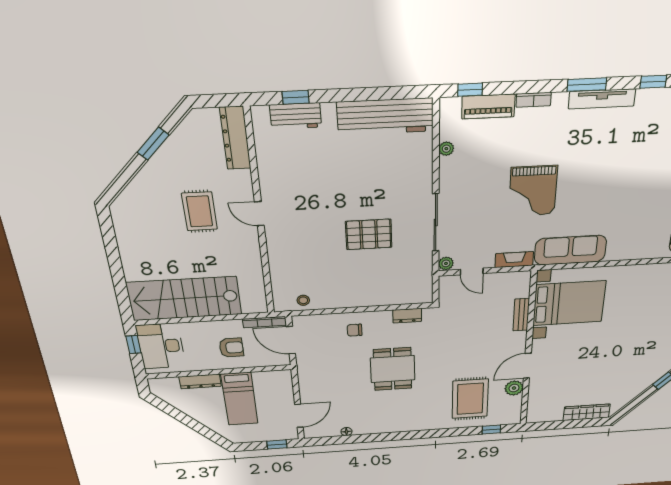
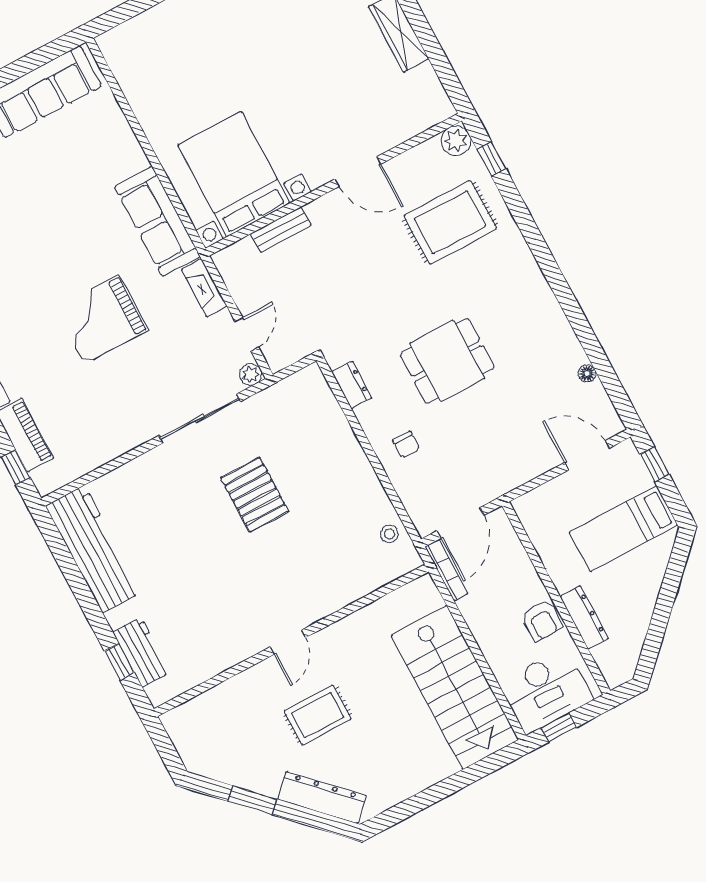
dresser: (235, 138) -> (322, 797), moved, turned -135
plant: (446, 149) -> (98, 457), removed
grand piano: (533, 191) -> (101, 320), turned 180
armchair: (231, 348) -> (542, 621), moved, turned 180
plant: (514, 388) -> (456, 141), moved
bed: (240, 399) -> (623, 529), moved, turned 180

